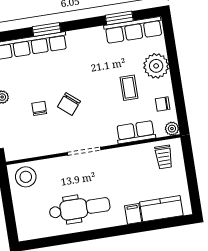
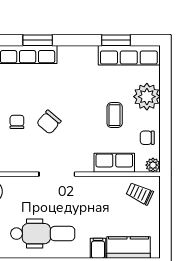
trolley: (164, 157) -> (140, 194), turned 115

